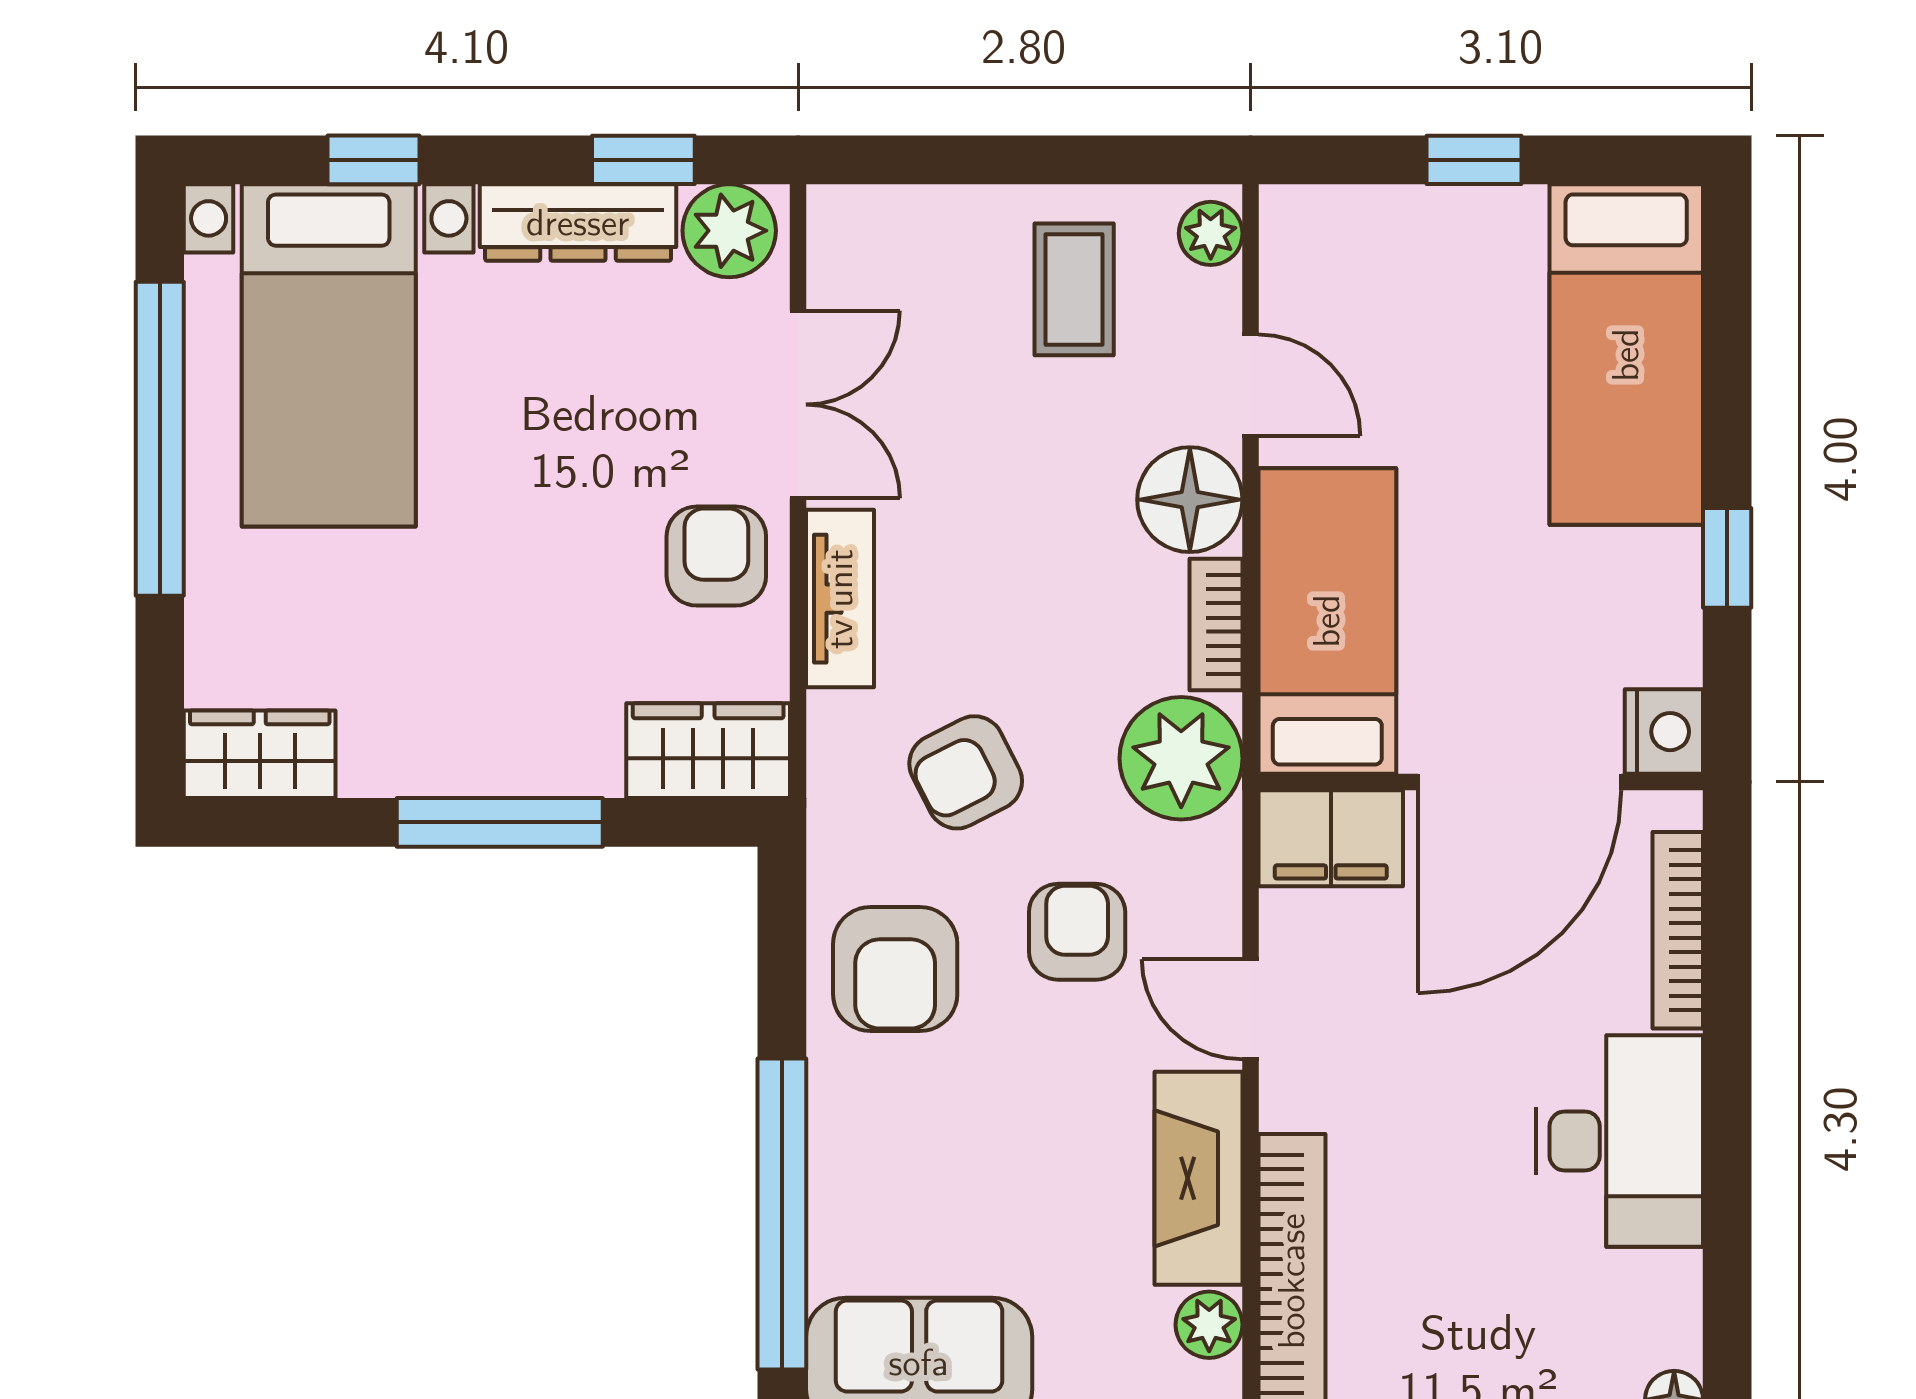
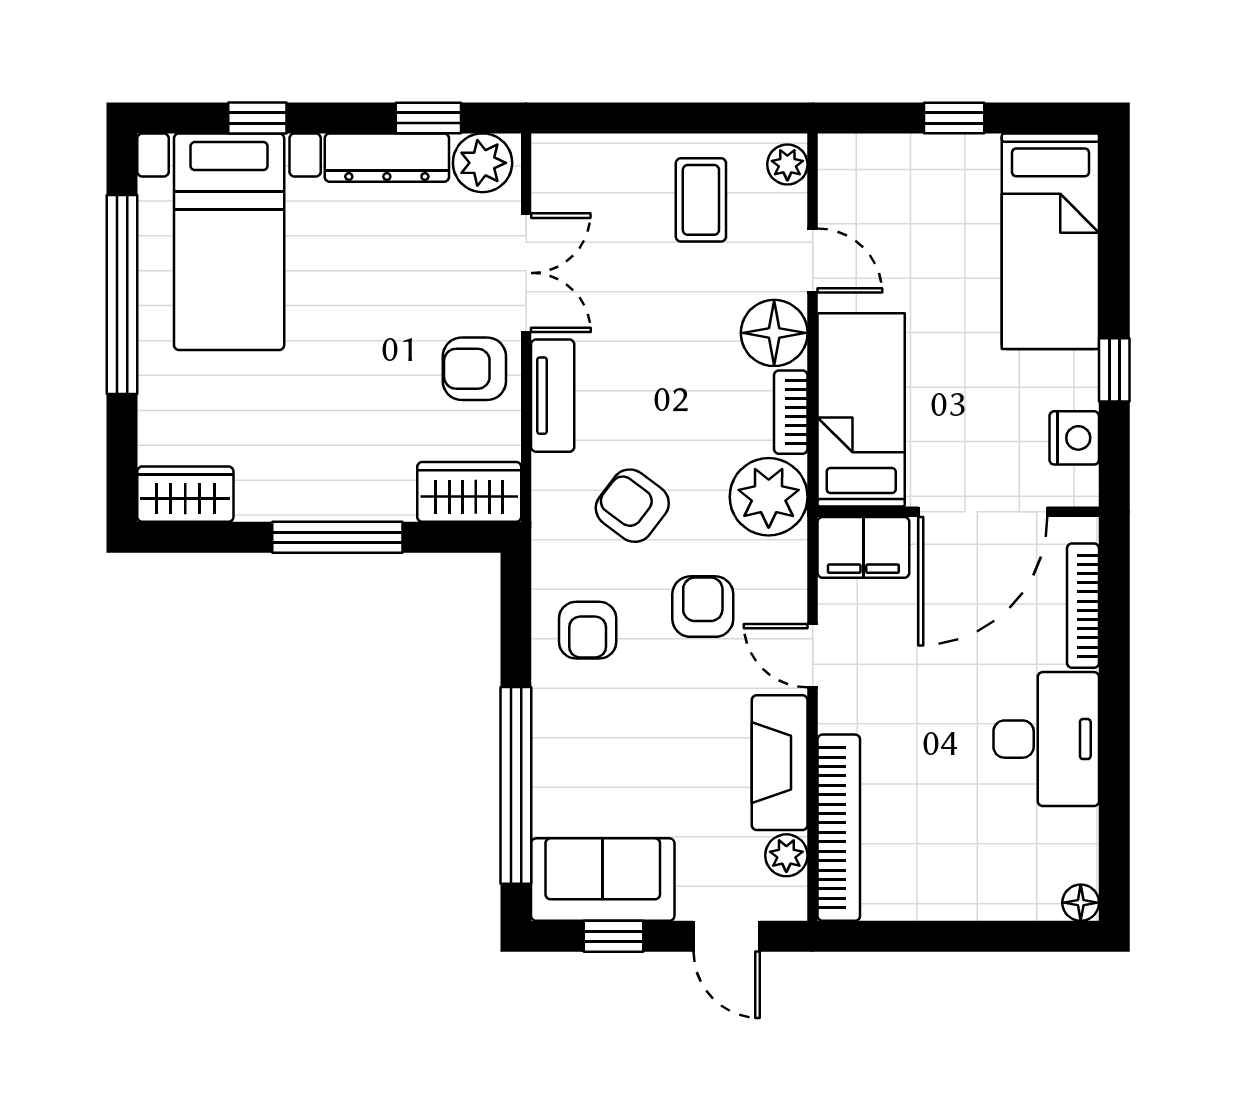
armchair: (716, 556) -> (474, 369), turned -90
nightstand: (1664, 732) -> (1074, 438), moved
armchair: (966, 772) -> (632, 506), turned 64
armchair: (895, 969) -> (588, 630), width x0.72, depth x0.72

